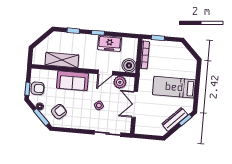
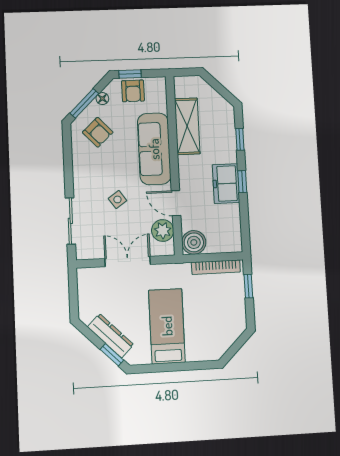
freezer: (110, 43) -> (226, 184), moved
sofa: (73, 81) -> (154, 149), width x1.36

